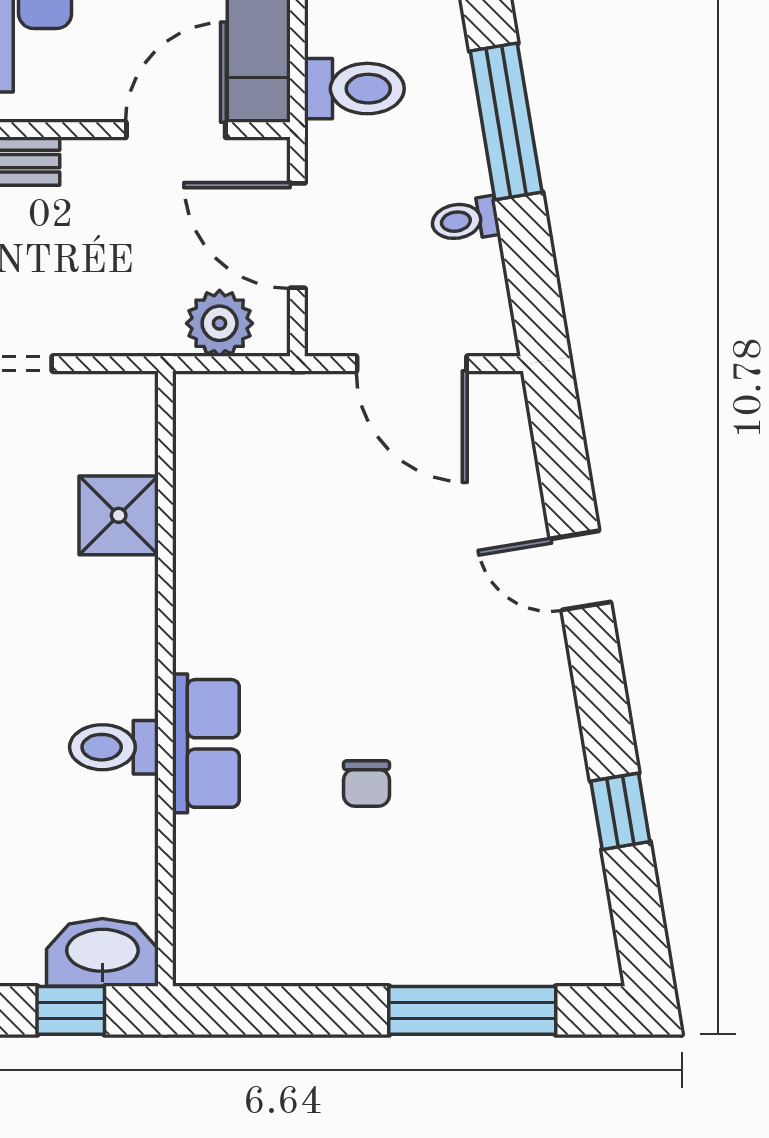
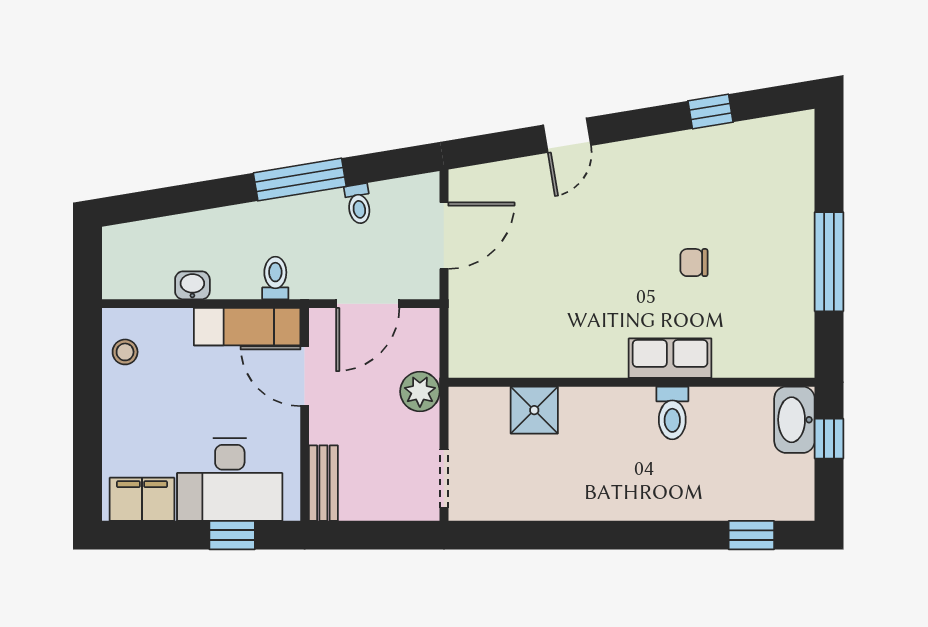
toilet: (354, 89) -> (275, 278), width x0.73, depth x0.72
plant: (220, 323) -> (420, 392), moved
chair: (366, 784) -> (694, 263), turned 180
window: (472, 1010) -> (829, 262), moved

